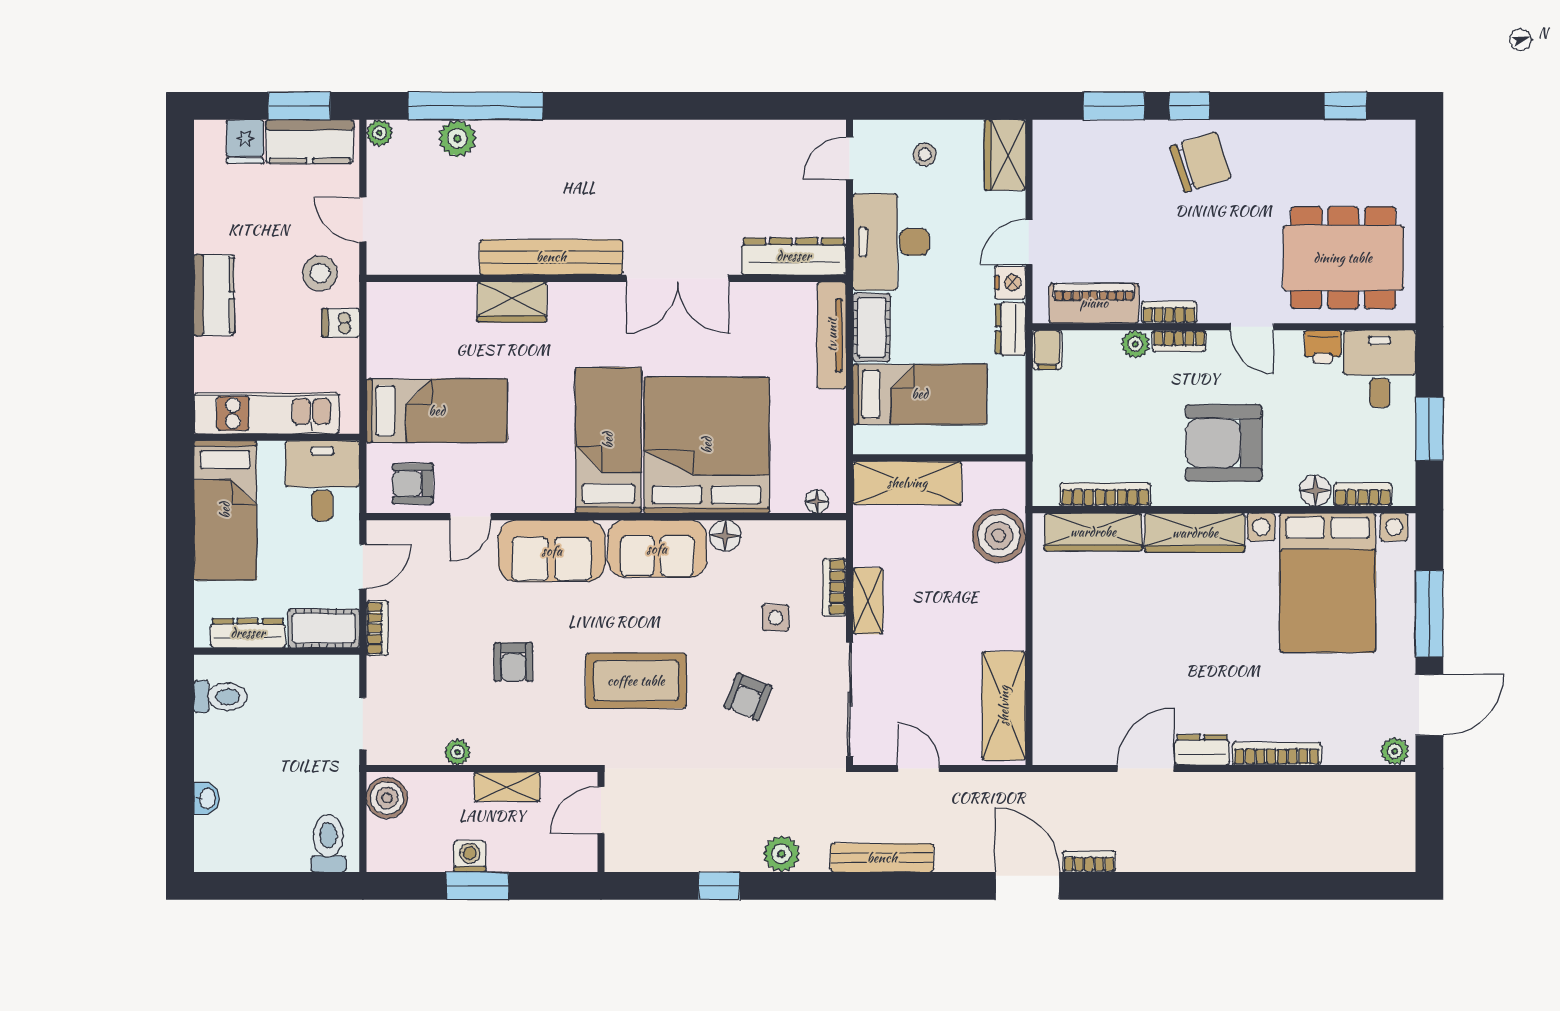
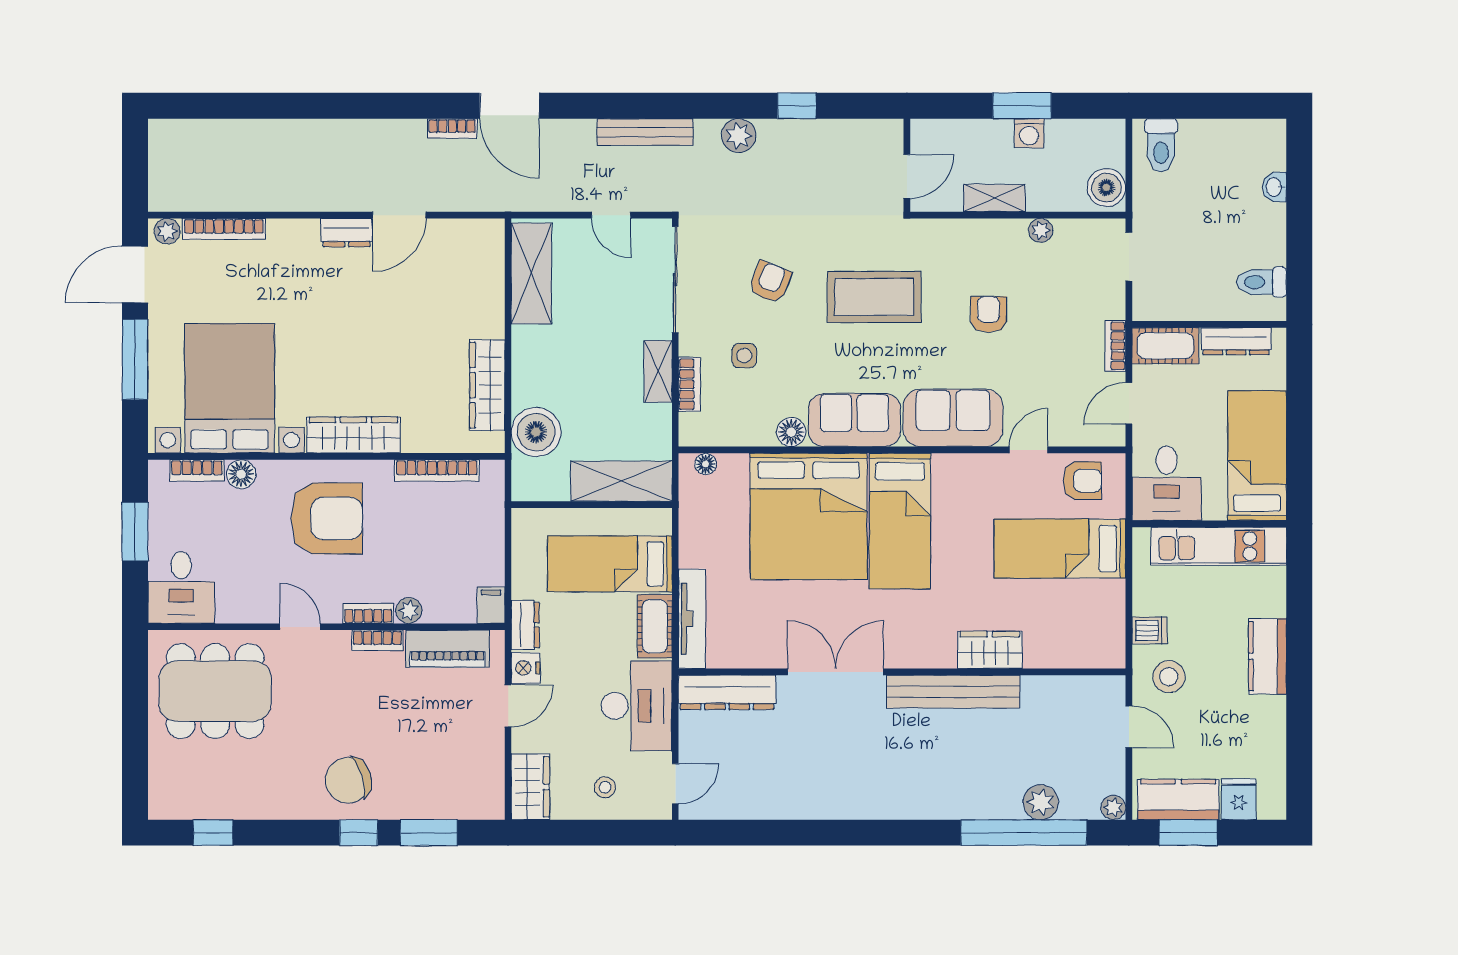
printer: (1323, 347) -> (234, 608), removed
wardrobe: (1093, 532) -> (487, 385), moved, turned -90
bookcase: (1277, 754) -> (224, 229), moved

